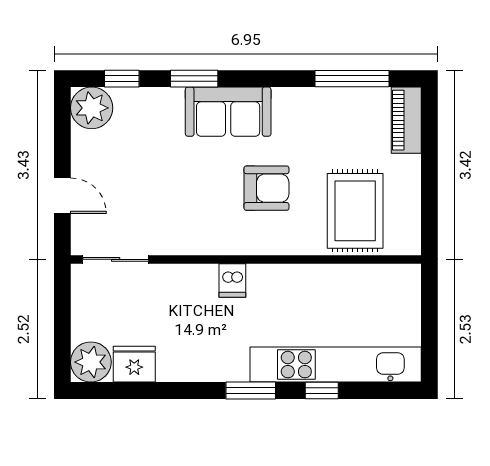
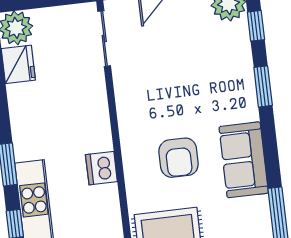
sofa: (228, 112) -> (244, 160), moved
dishwasher: (232, 281) -> (101, 168), moved, width x1.38

